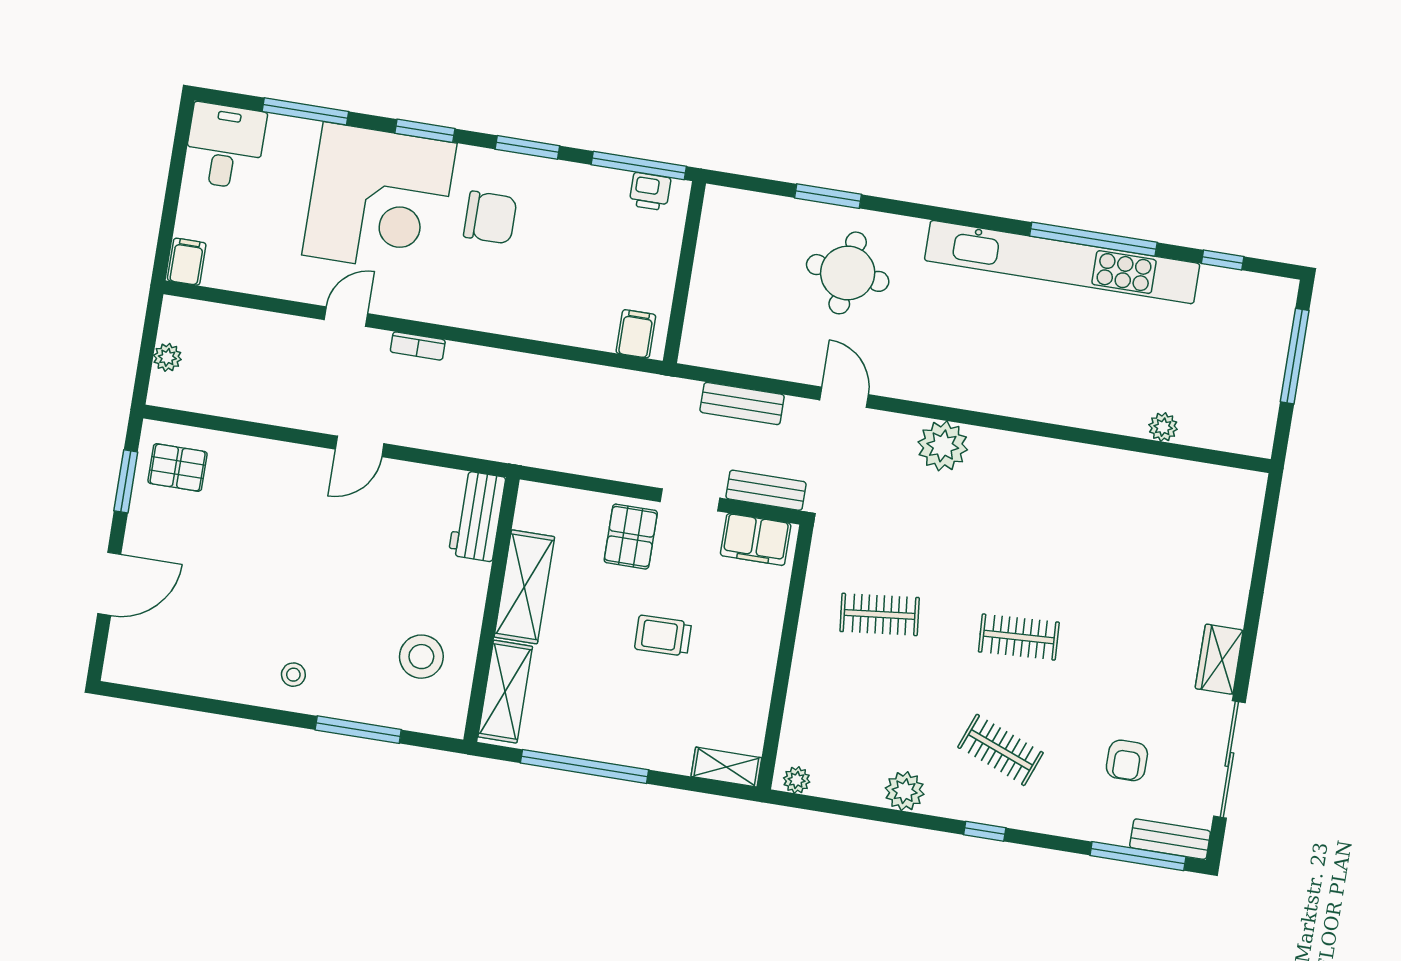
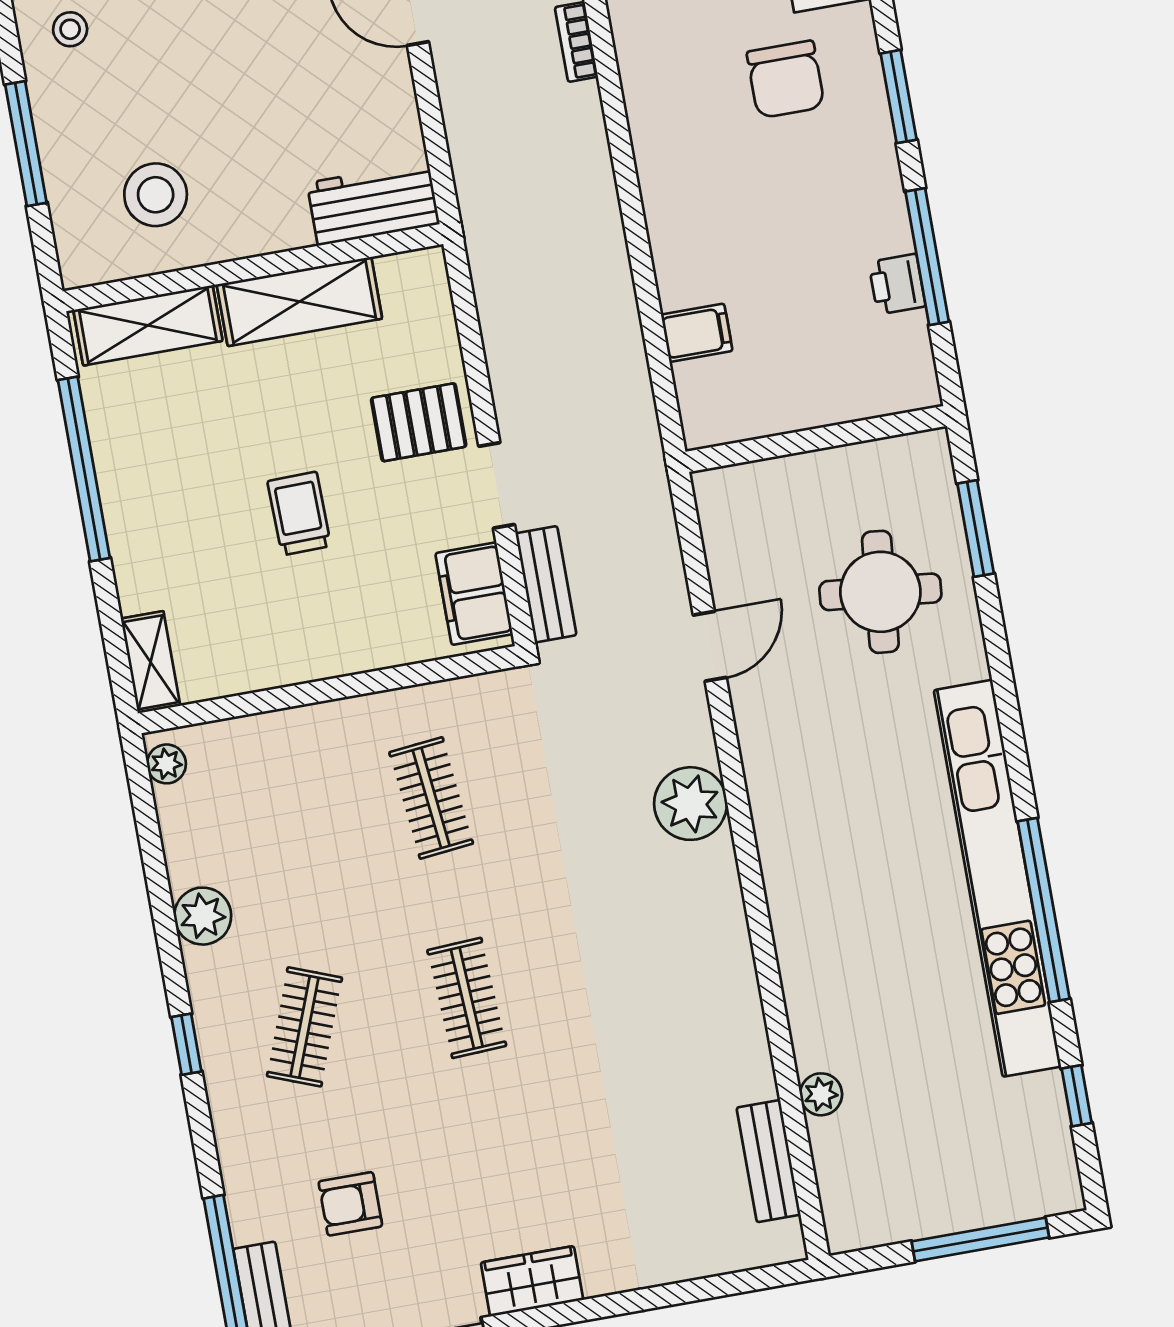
wall: (684, 272) -> (816, 439), moved
bench: (742, 403) -> (769, 1161), moved

